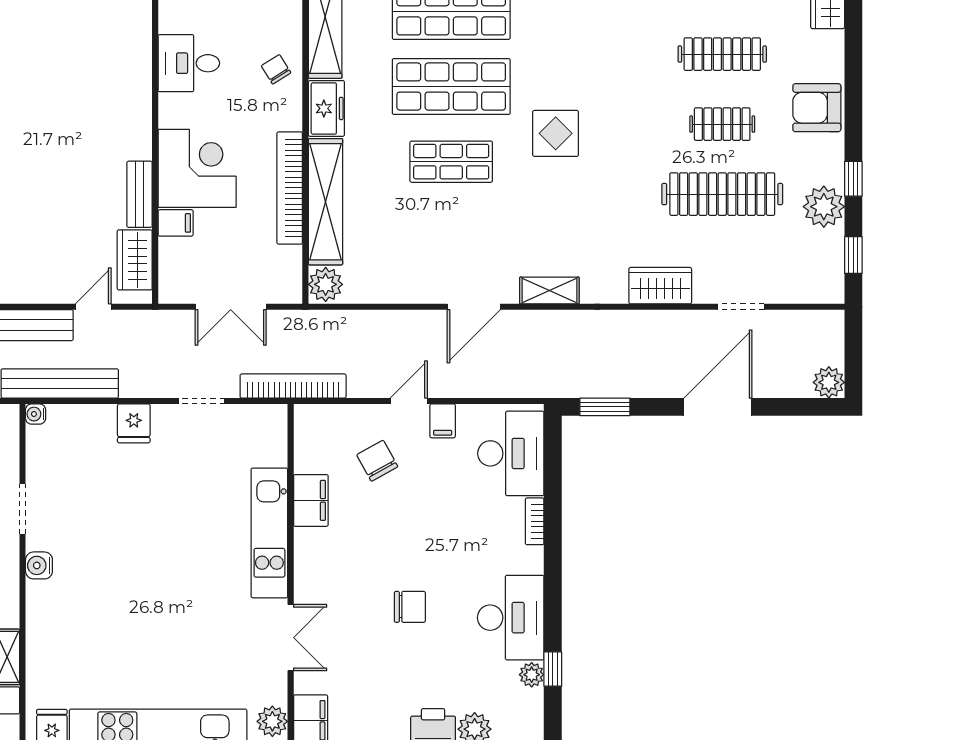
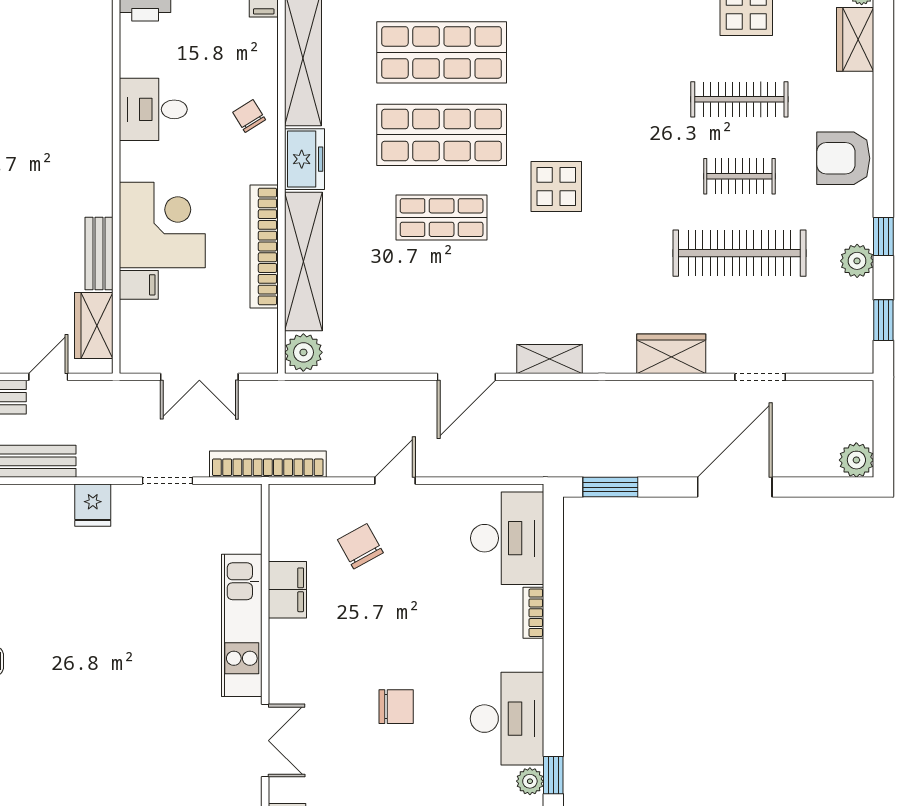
plant: (824, 207) -> (857, 261), width x0.73, depth x0.73
filing cabinet: (443, 421) -> (432, 502), removed

